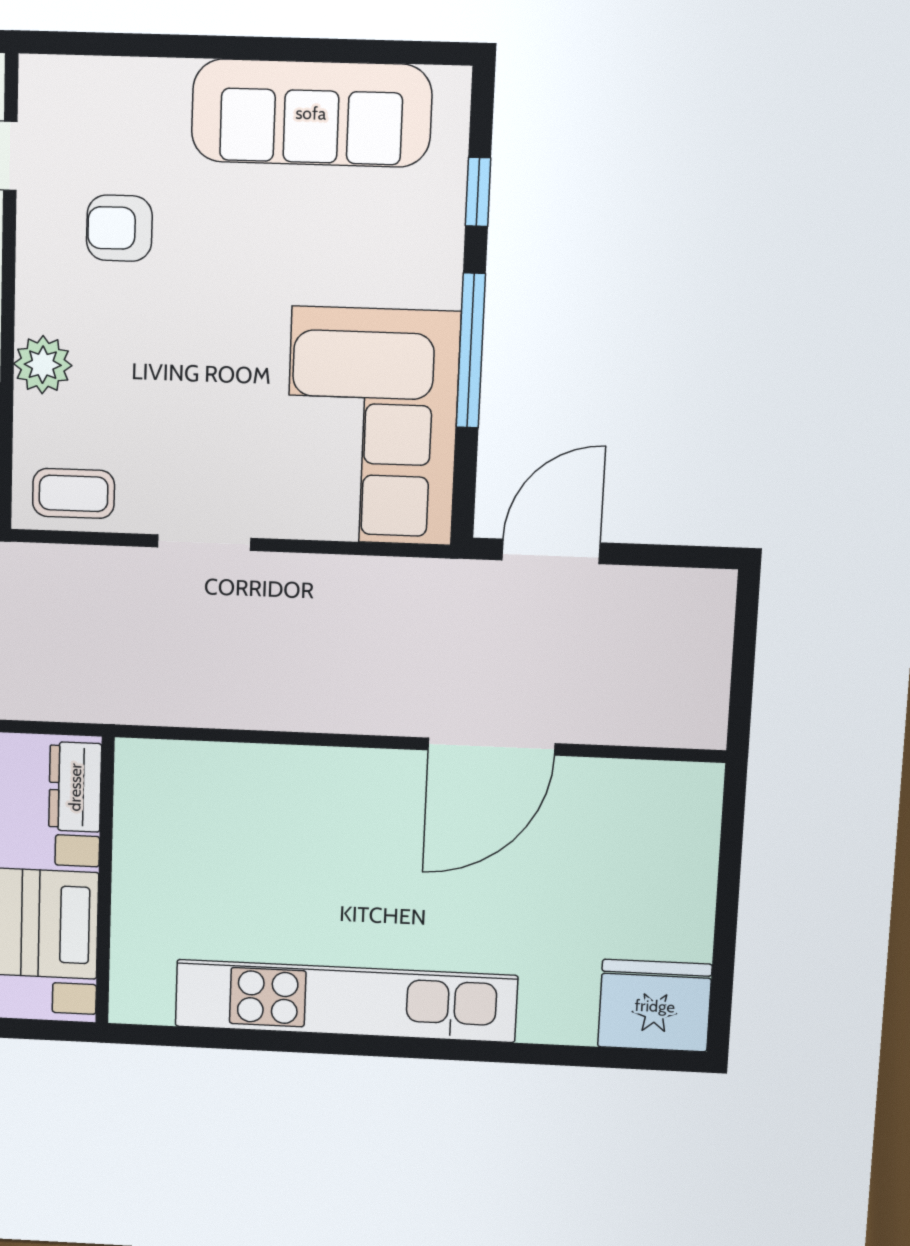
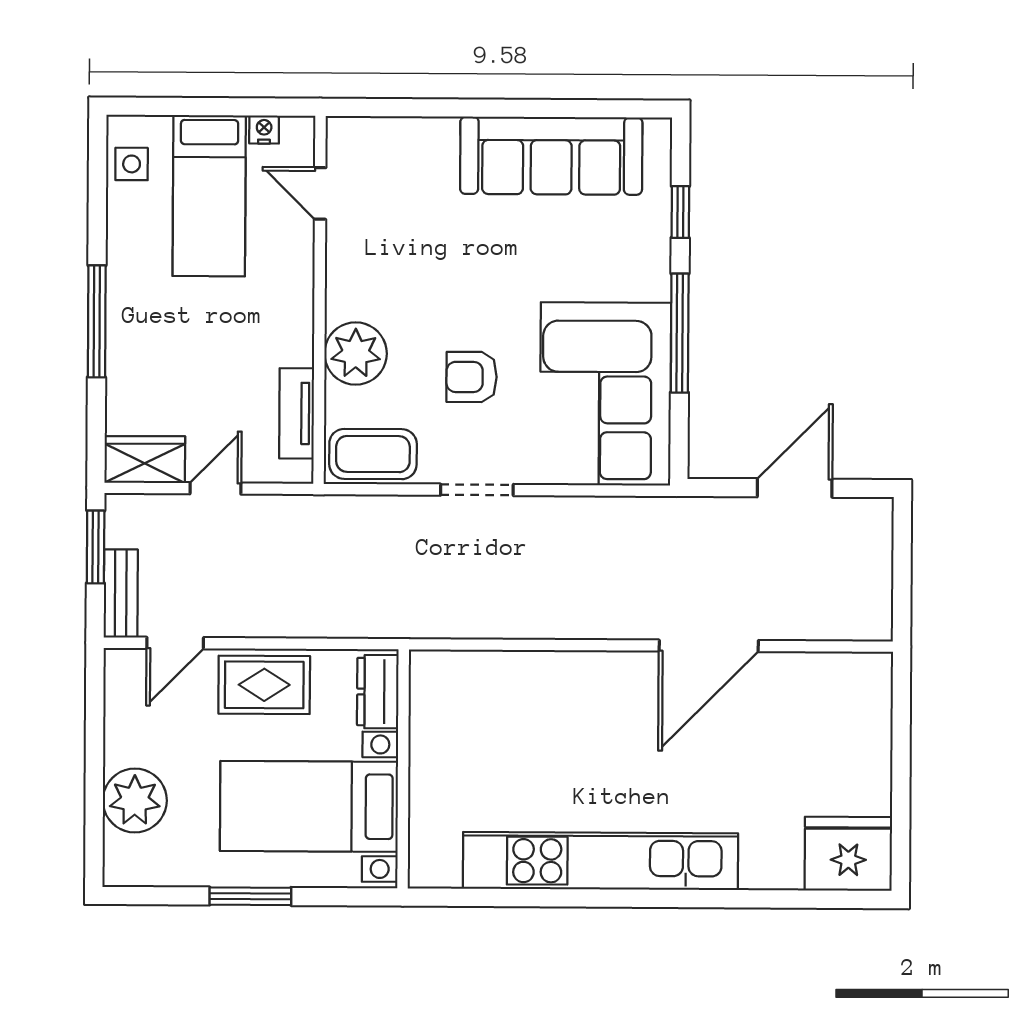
armchair: (119, 228) -> (472, 377), moved
plant: (43, 365) -> (356, 353), width x1.36, depth x1.36
coffee table: (74, 493) -> (373, 454), width x1.36, depth x1.30
door: (551, 551) -> (795, 488), moved

